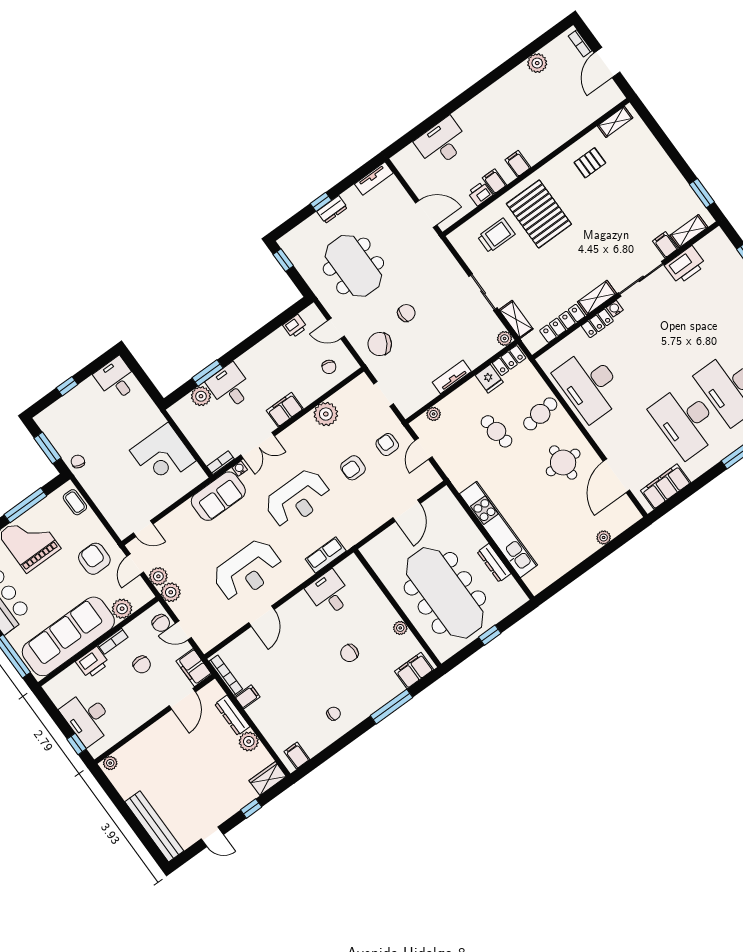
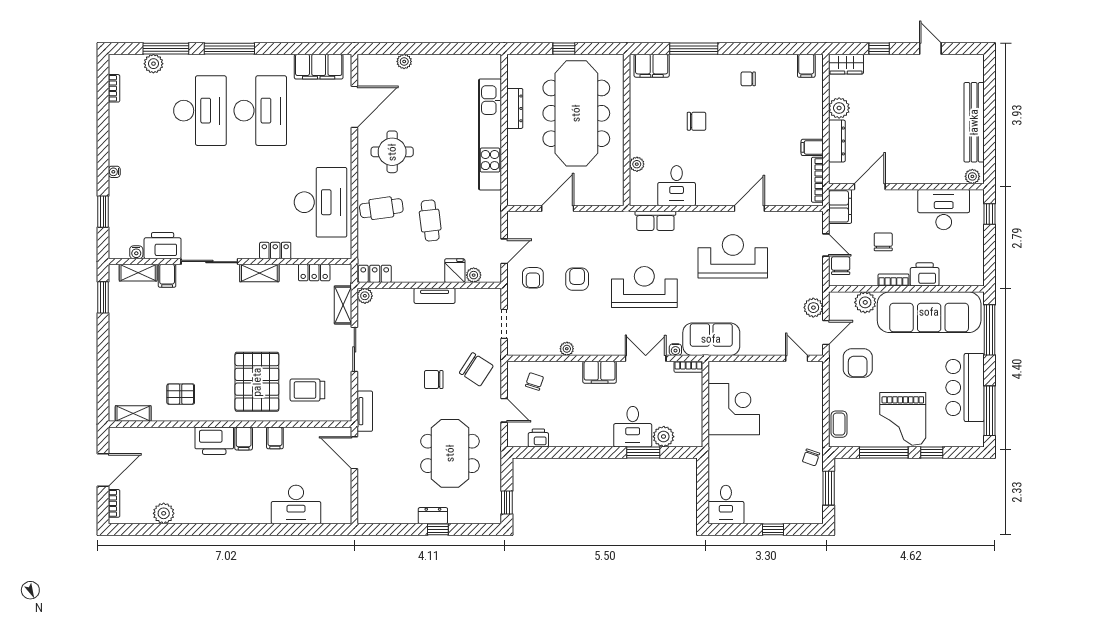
tv unit: (374, 179) -> (365, 411), moved, turned 90
printer: (480, 194) -> (214, 441), moved, width x1.87, depth x1.48
water cooler: (615, 309) -> (136, 252), moved
locker: (562, 323) -> (314, 273), width x0.66
fridge: (489, 379) -> (455, 271), moved
plant: (326, 414) -> (567, 349), width x0.53, depth x0.53
armchair: (353, 468) -> (577, 279), turned -90
plant: (171, 592) -> (813, 286), removed
plant: (400, 628) -> (637, 164), moved
desk: (87, 718) -> (944, 210), moved, turned -90
bench: (154, 826) -> (974, 122), moved

